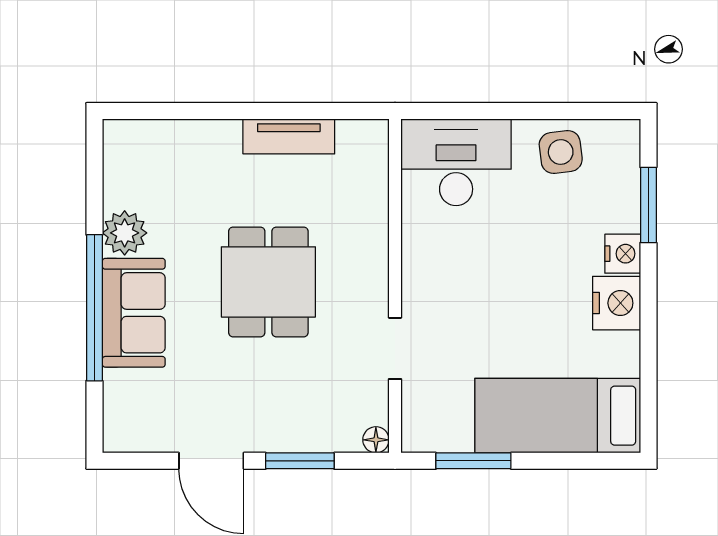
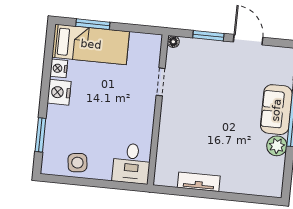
desk: (456, 162) -> (132, 163), width x0.73
nightstand: (623, 254) -> (59, 68), moved
dining table: (268, 282) -> (214, 117), removed
window: (473, 461) -> (93, 24), moved

